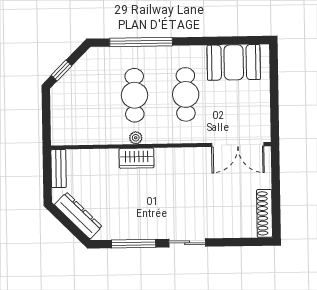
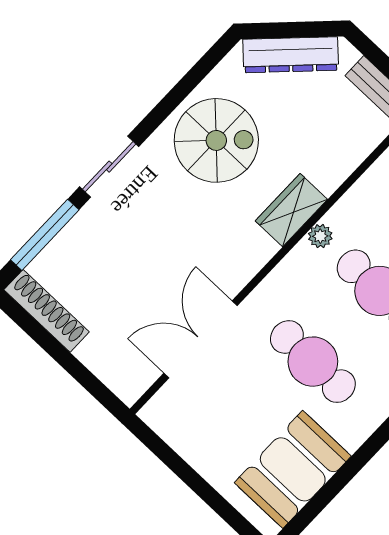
double door: (238, 145) -> (201, 339), moved
spiral stairs: (138, 212) -> (216, 140), added
window: (134, 244) -> (45, 235), moved

